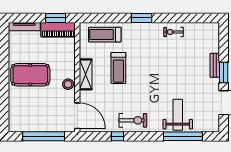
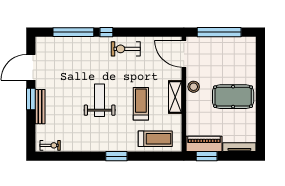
exercise bike: (174, 32) -> (50, 145), moved
bench: (215, 65) -> (40, 107), width x1.36
weight bench: (178, 115) -> (100, 100), moved, turned 180
window: (118, 136) -> (106, 32), moved

